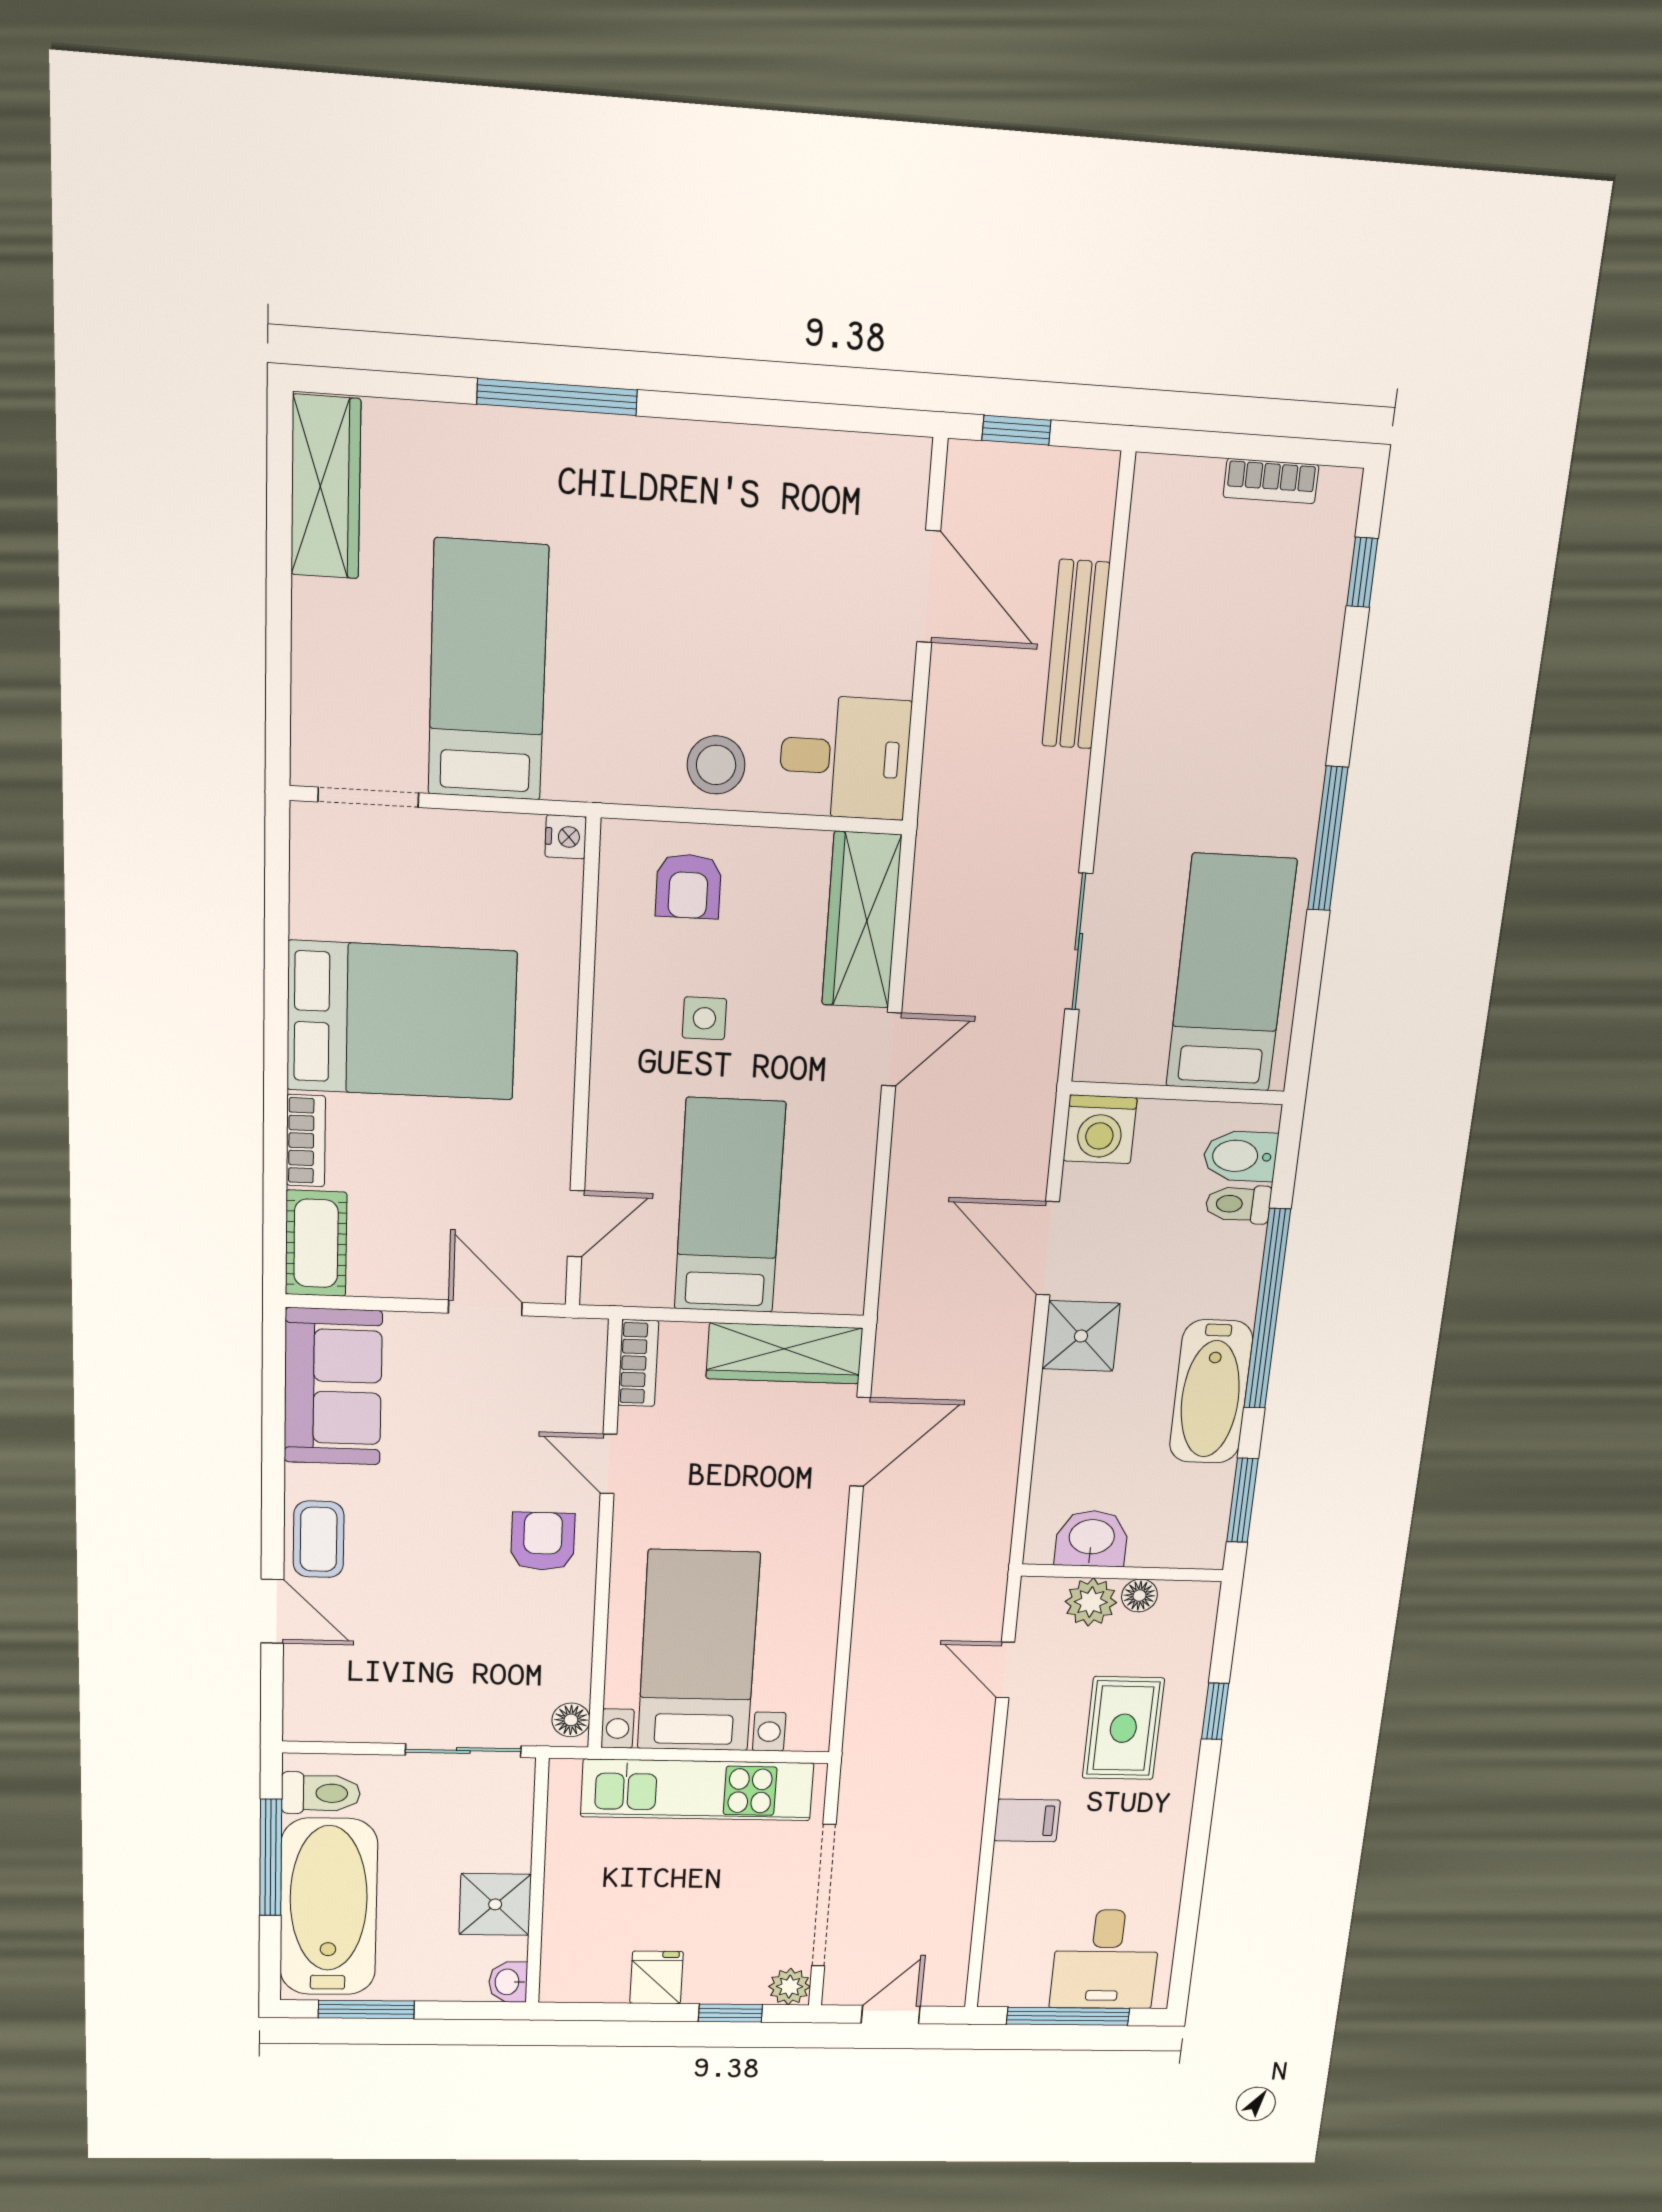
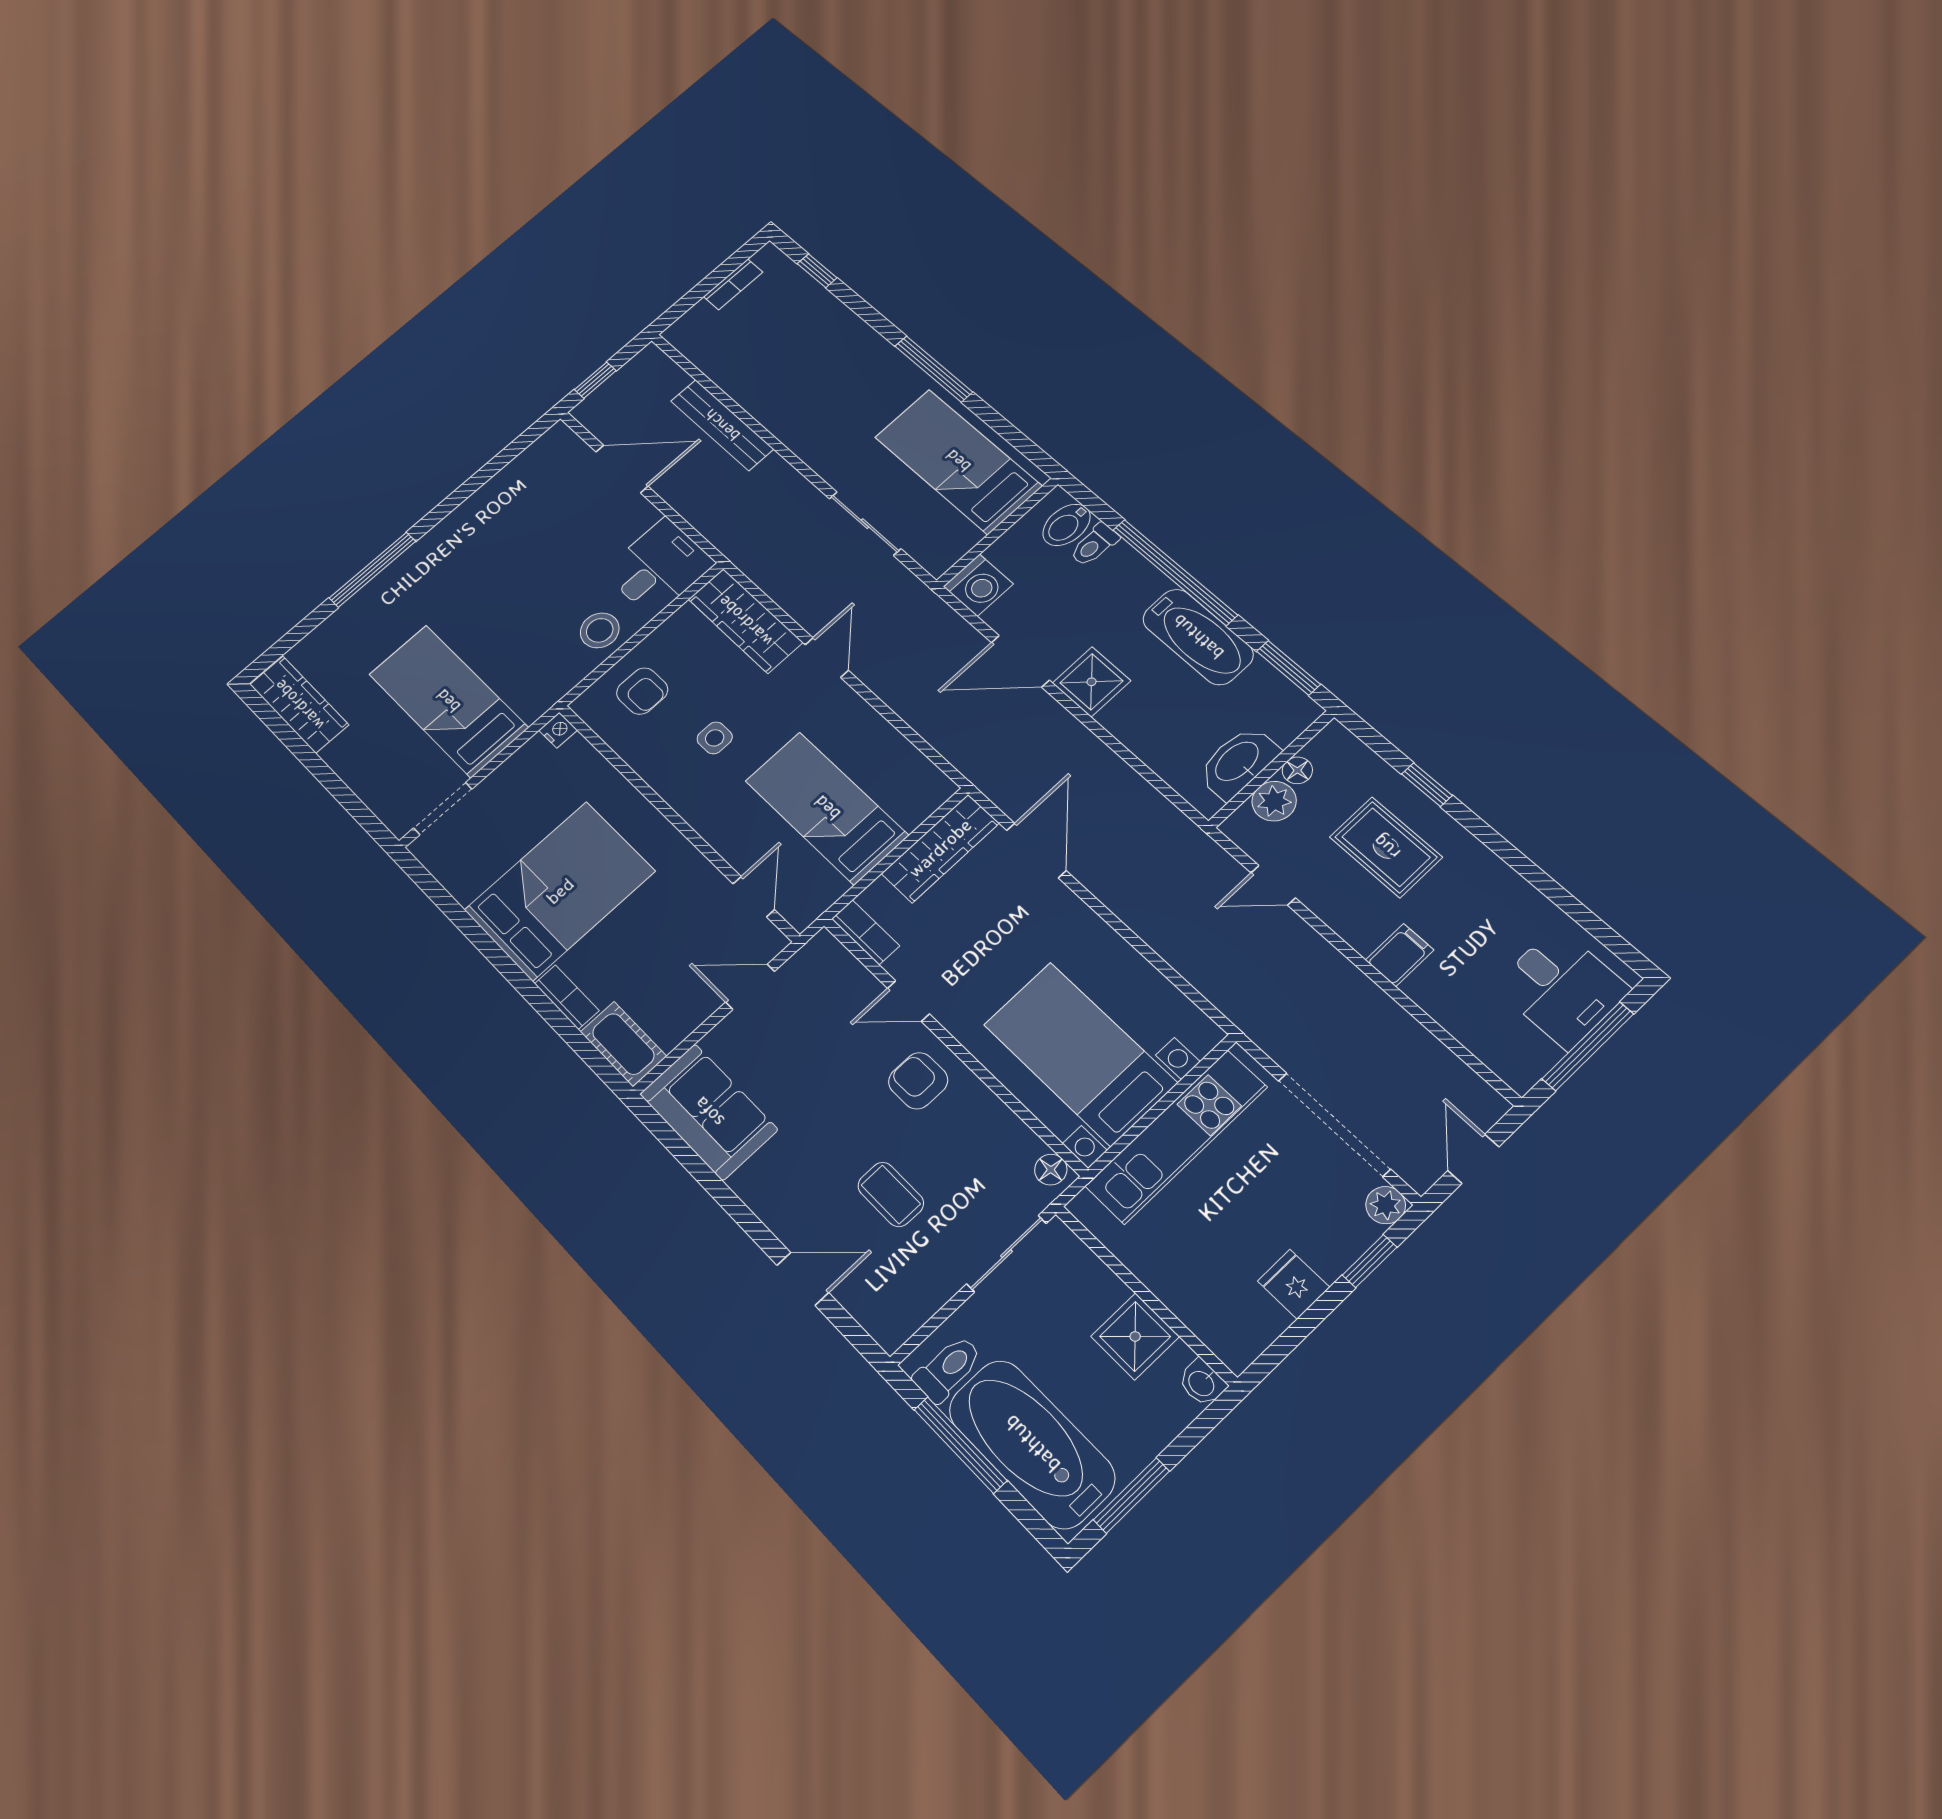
washbasin: (1092, 1538) -> (1238, 762), width x1.38
coffee table: (319, 1539) -> (891, 1194), moved

